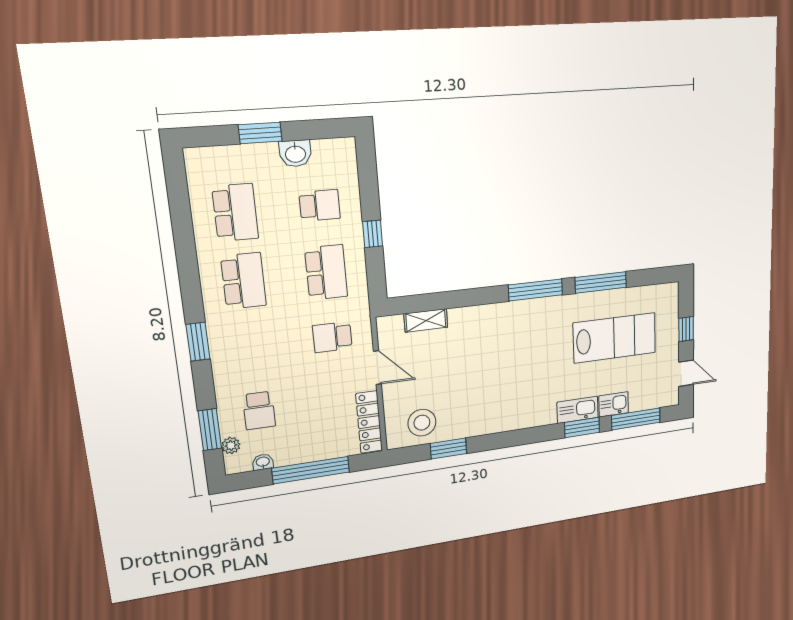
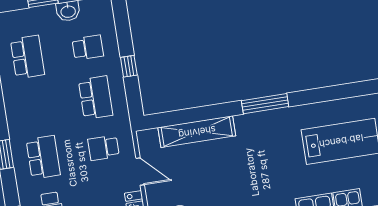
school desk: (243, 281) -> (43, 157), moved
window: (601, 282) -> (322, 95), removed
shelving: (426, 320) -> (197, 132), width x2.20, depth x1.33

